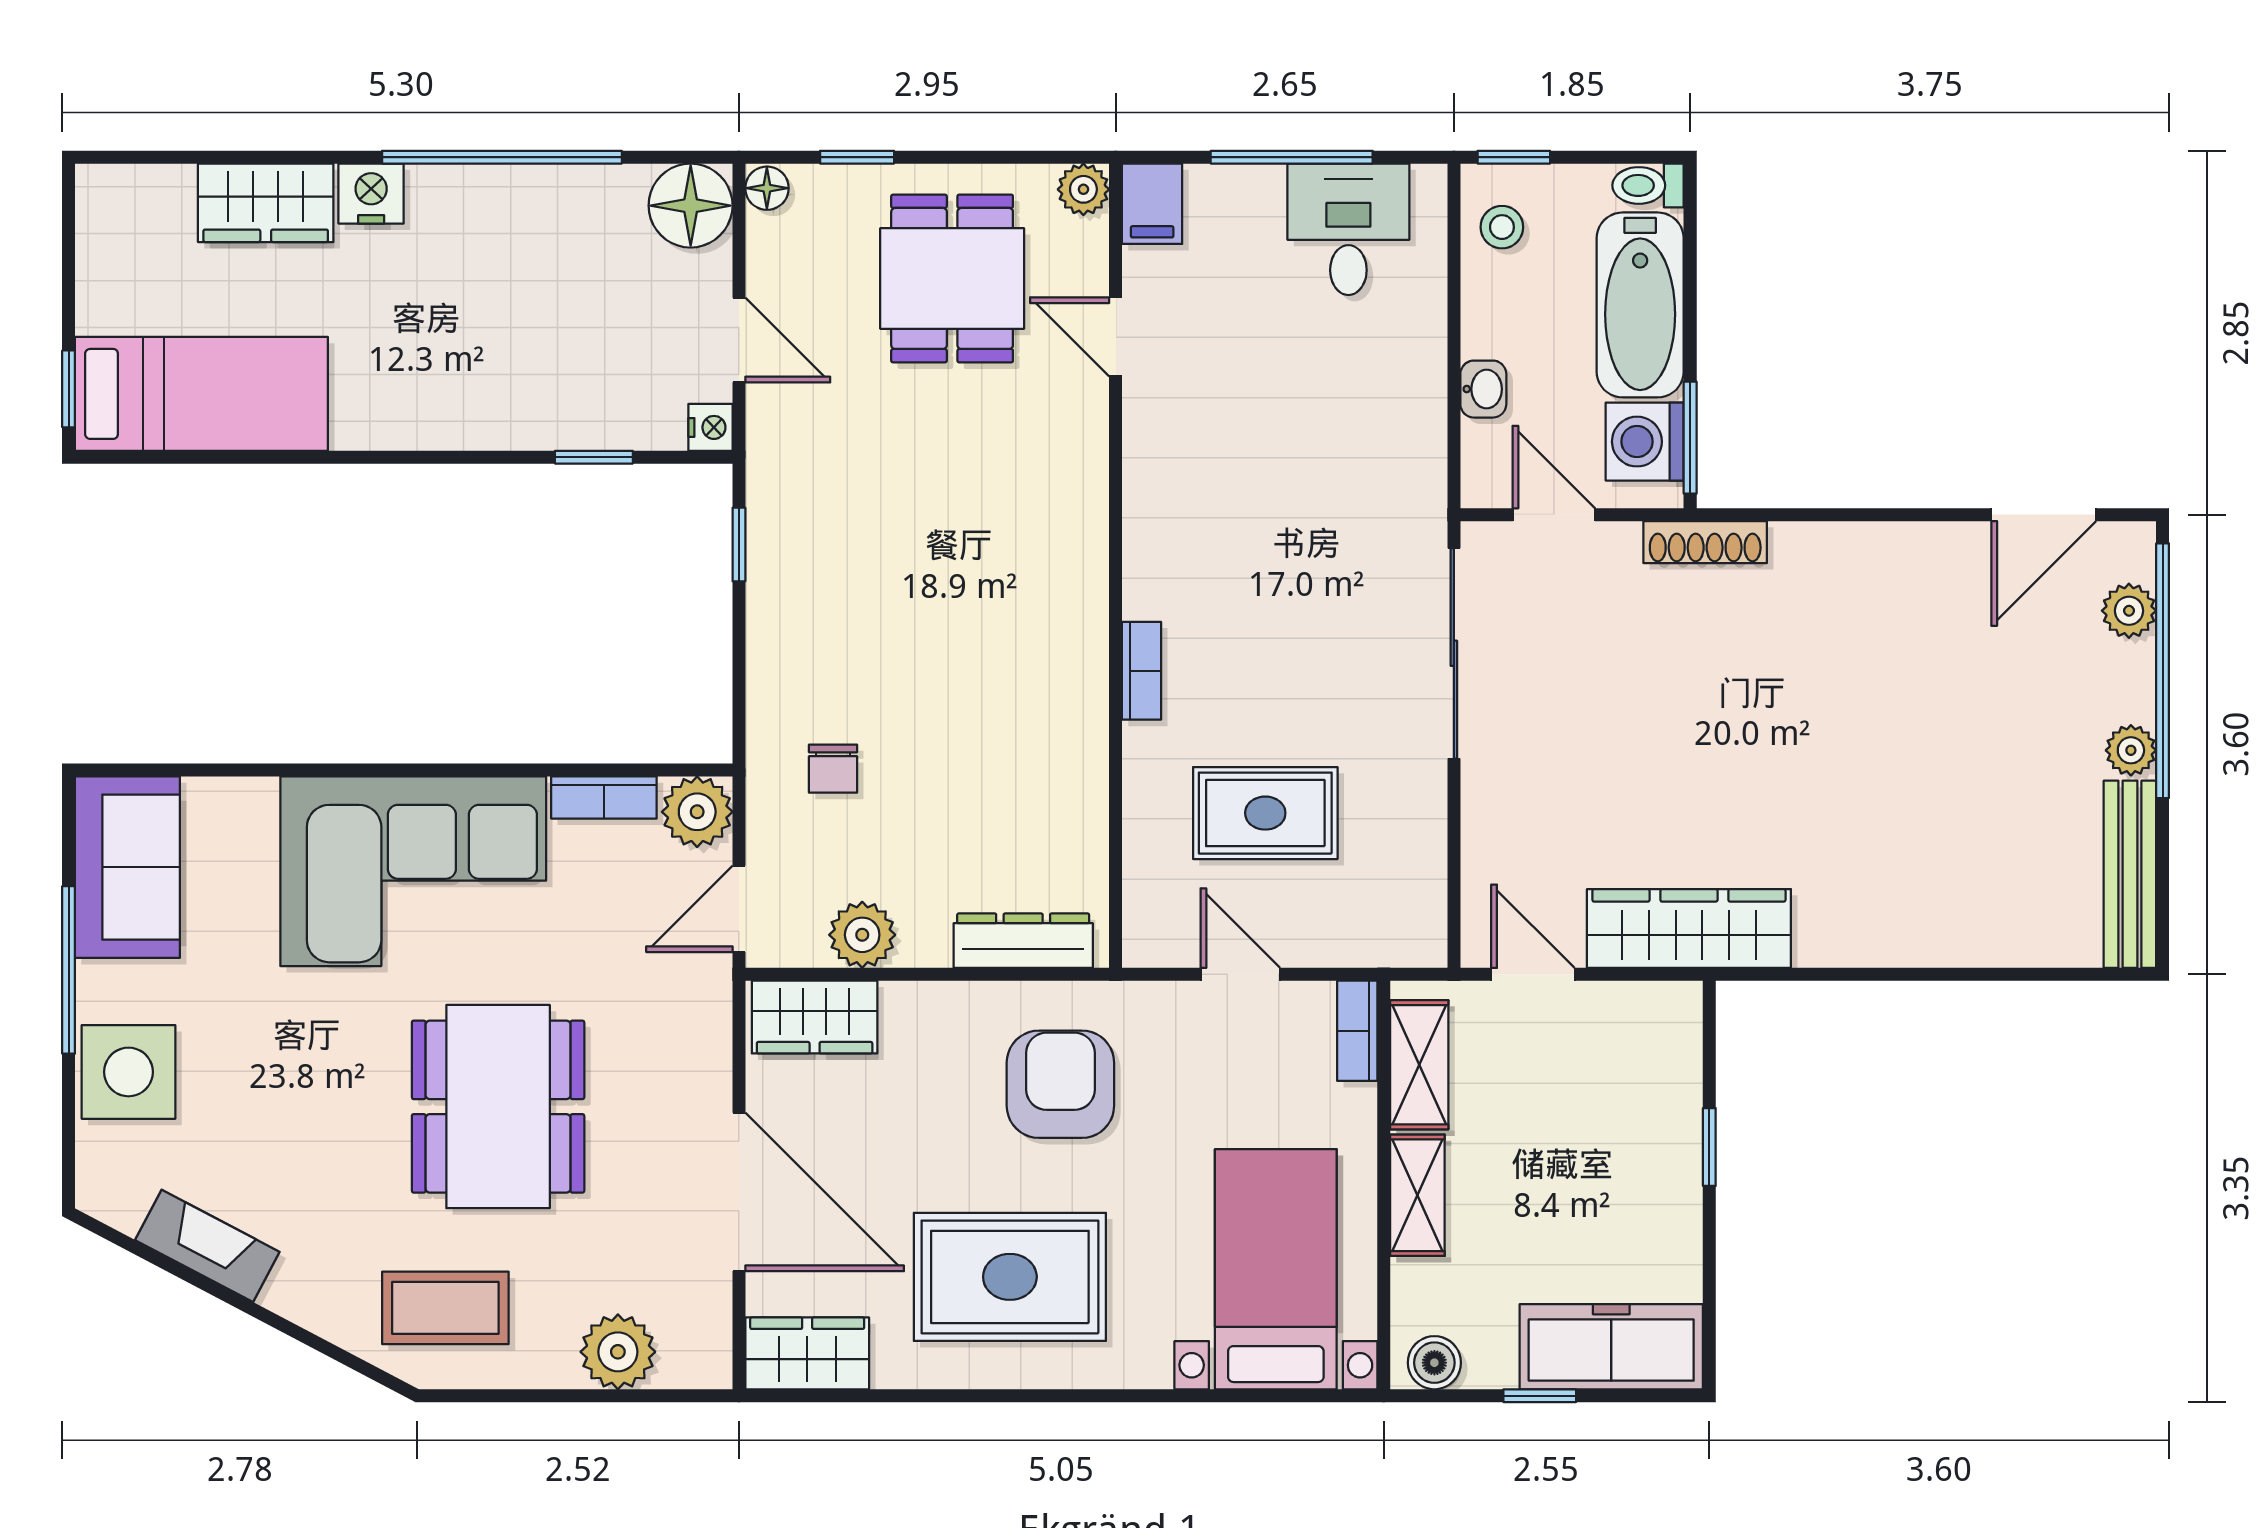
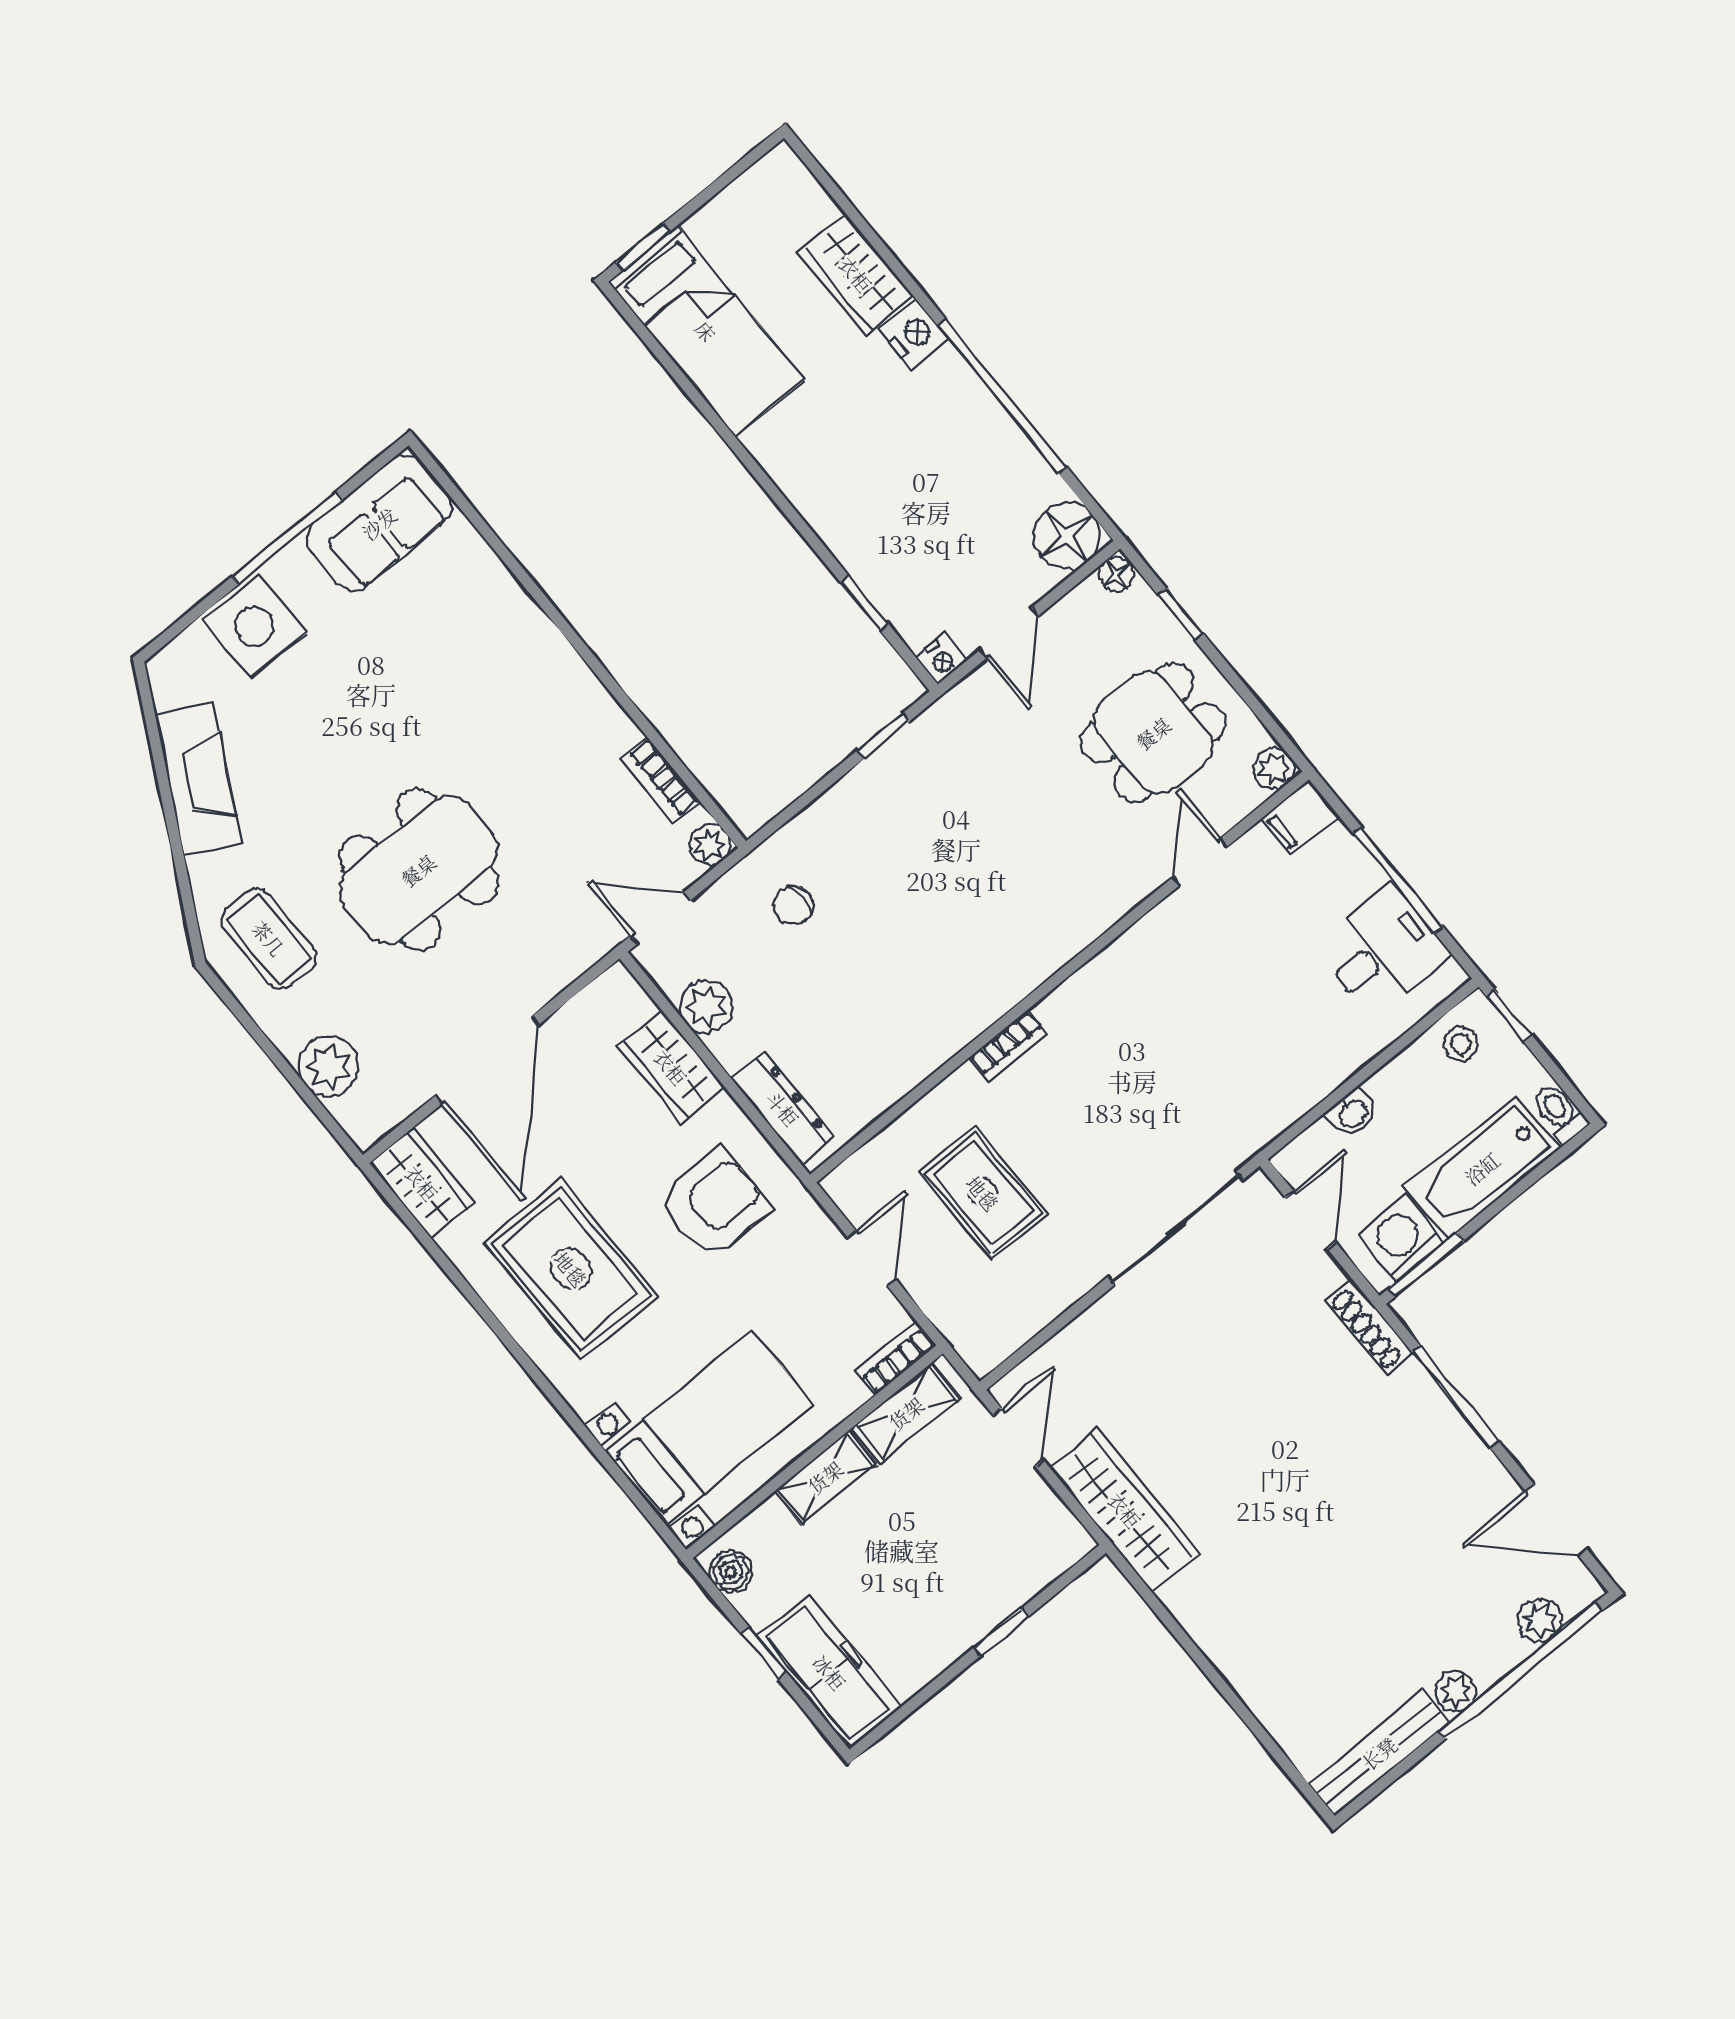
window: (1842, 515) -> (1455, 1397), added
plant: (697, 812) -> (710, 845), width x0.73, depth x0.73
corner sofa: (413, 871) -> (520, 700), removed
wardrobe: (815, 1017) -> (671, 1067), moved
fireplace: (207, 1246) -> (198, 779), width x1.37, depth x1.32

